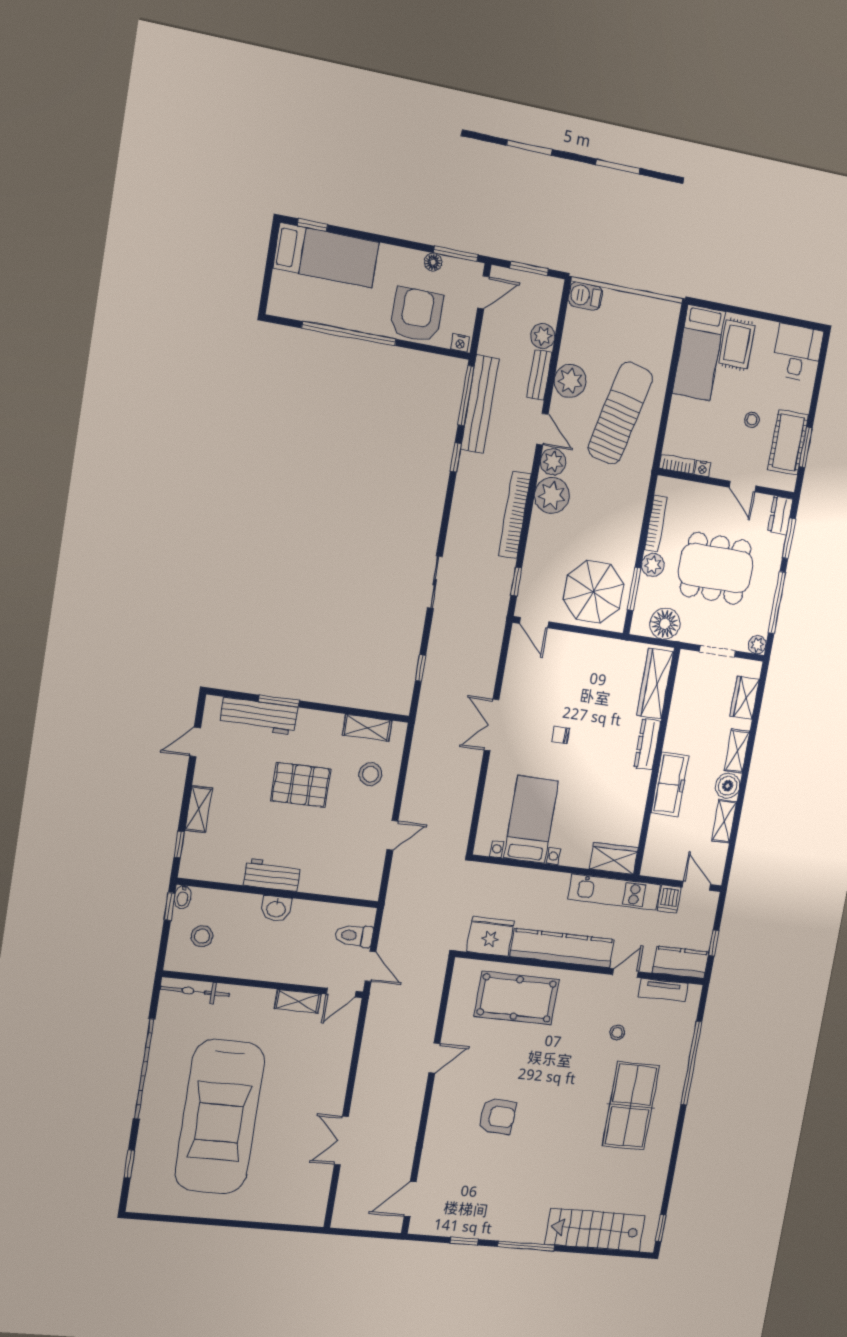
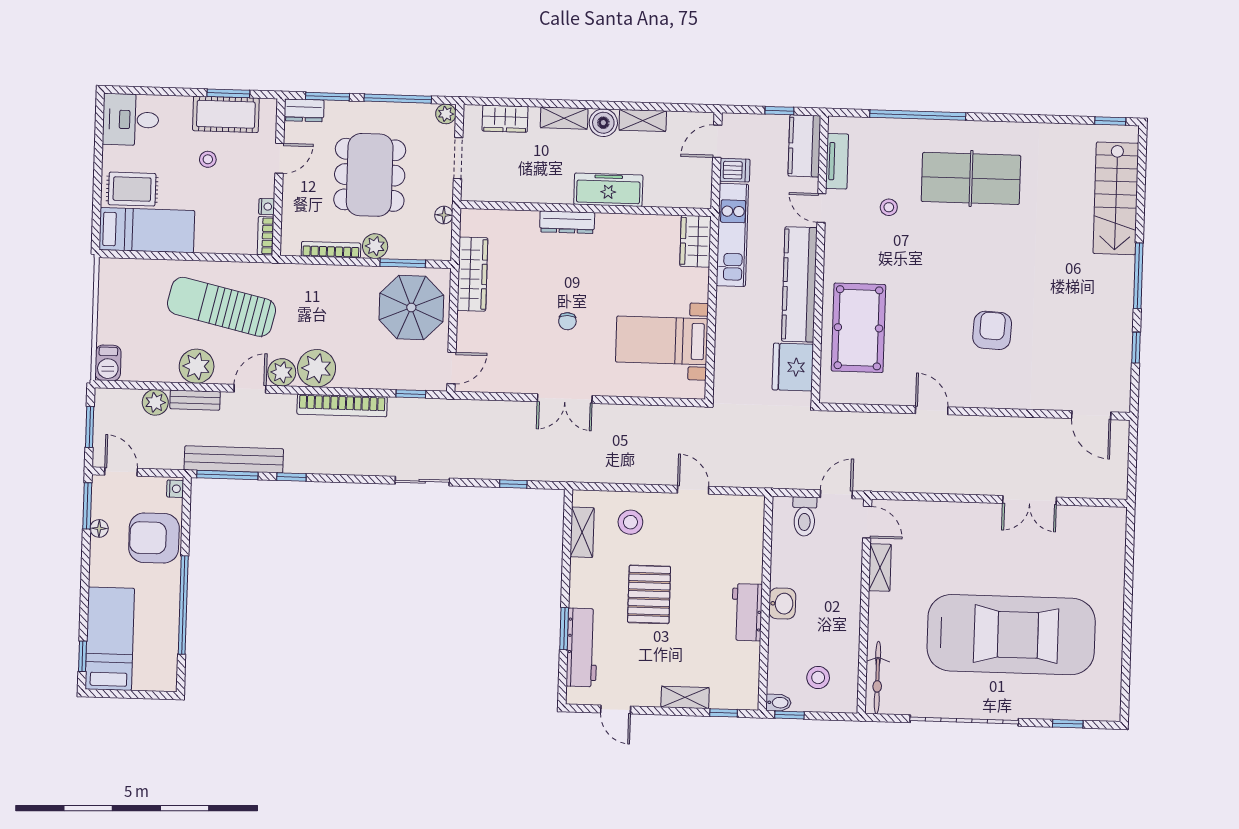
floor lamp: (665, 624) -> (444, 215), width x0.53, depth x0.53
wardrobe: (655, 684) -> (472, 274), moved, turned -90

